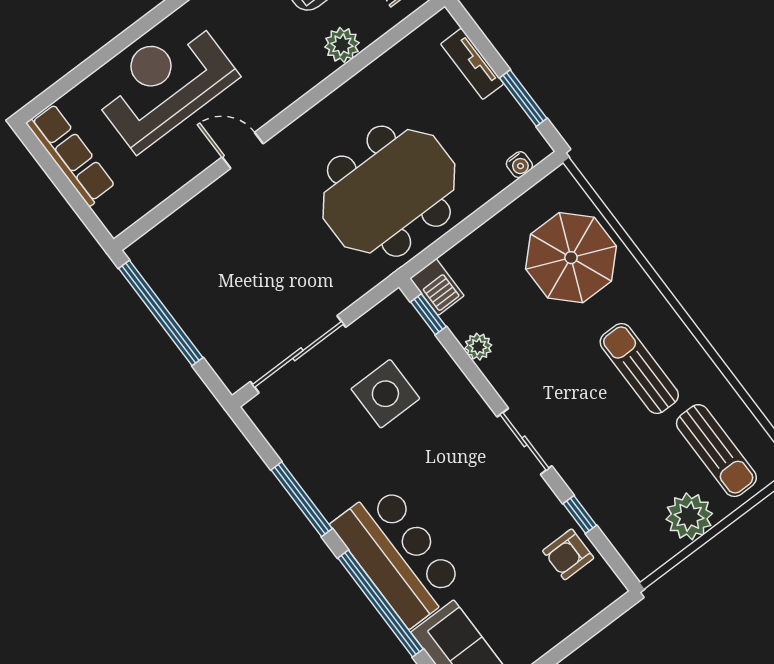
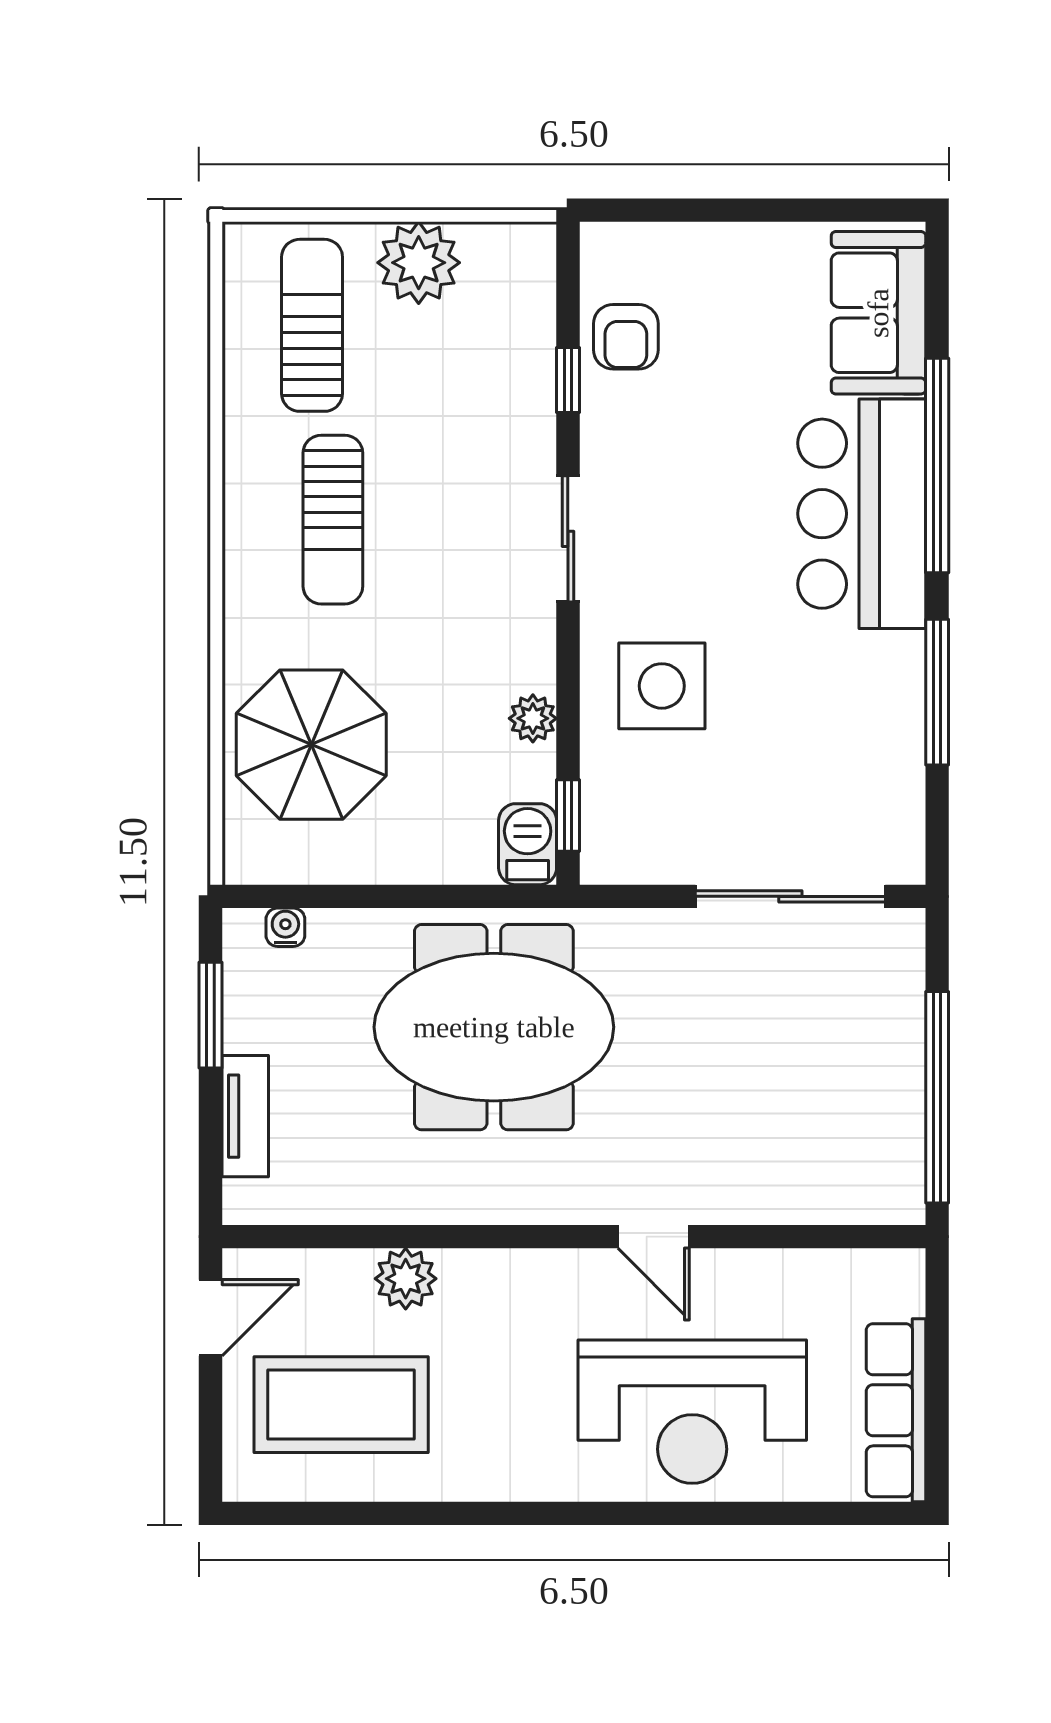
side table: (385, 394) -> (662, 686), moved
armchair: (568, 554) -> (626, 337), turned 90

